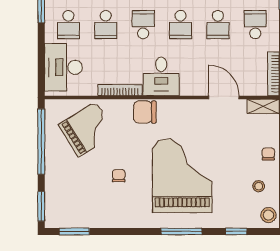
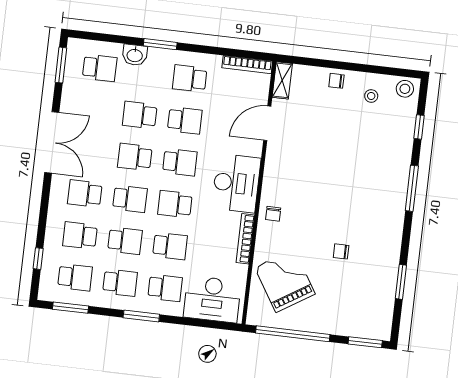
desk: (161, 76) -> (236, 183), width x1.37
chair: (145, 112) -> (273, 214), width x0.54, depth x0.54
grand piano: (182, 176) -> (349, 180), removed
window: (74, 231) -> (401, 282), moved

